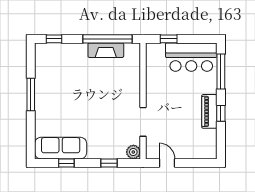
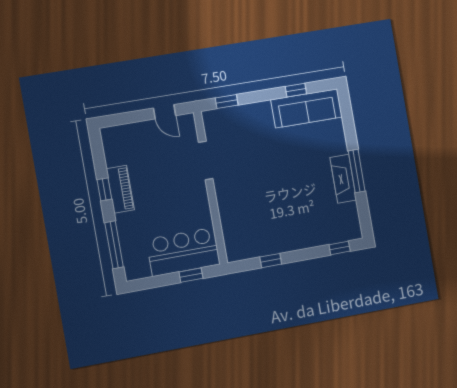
window: (108, 39) -> (271, 261), width x0.32
fireplace: (106, 50) -> (343, 179), moved, turned -90
bar counter: (191, 57) -> (183, 252), moved
plant: (133, 152) -> (212, 119), removed
window: (109, 163) -> (227, 102), moved

